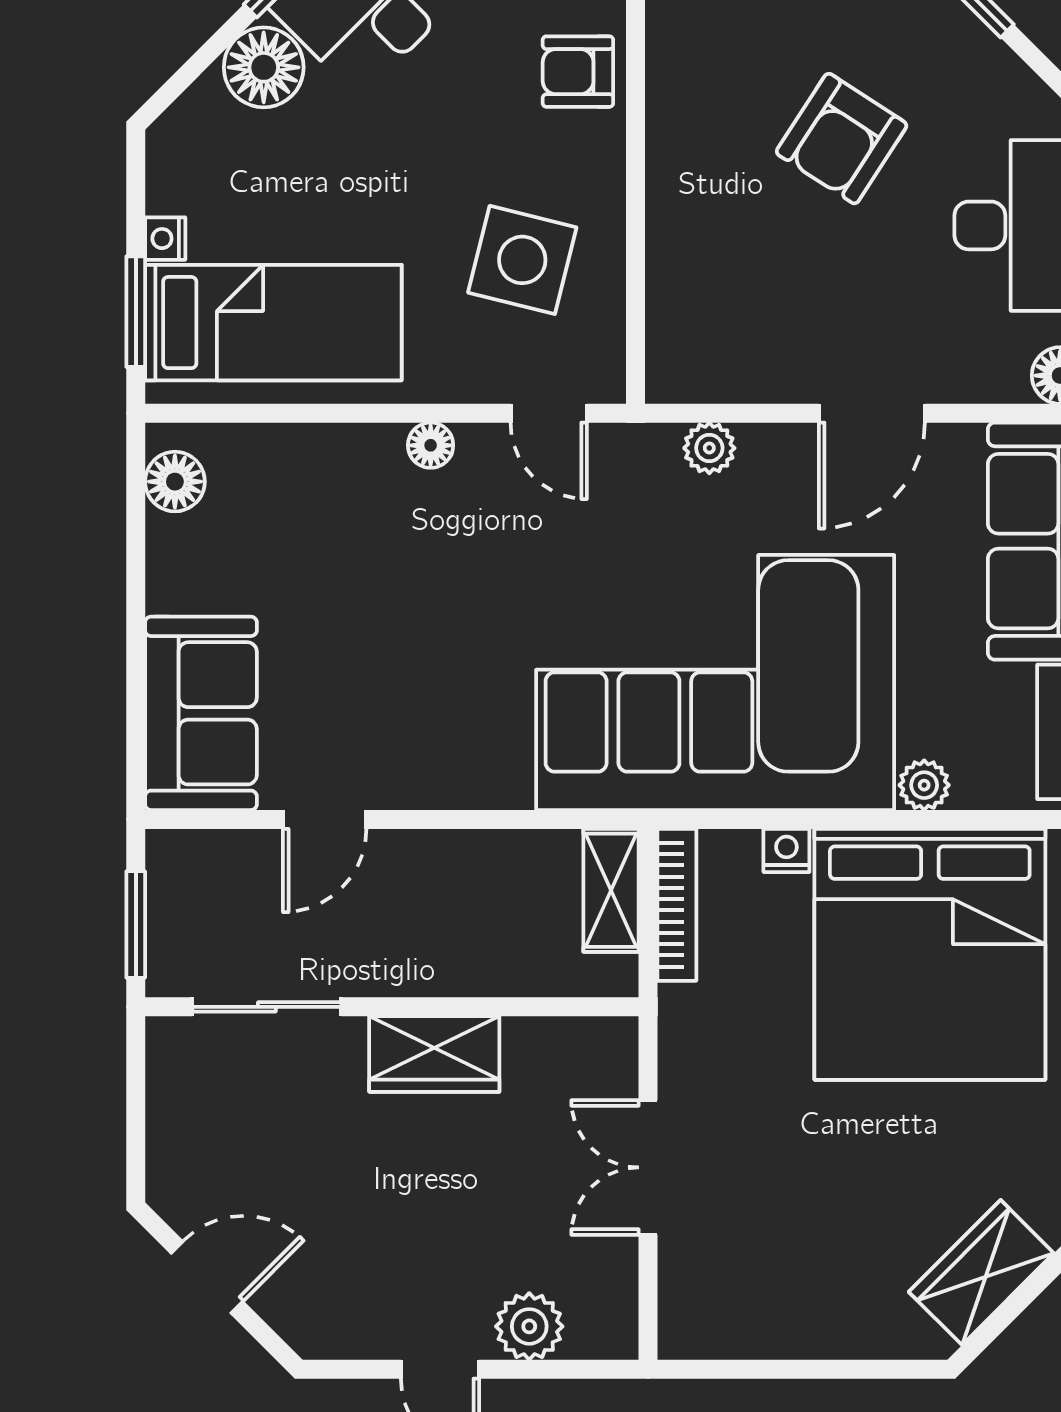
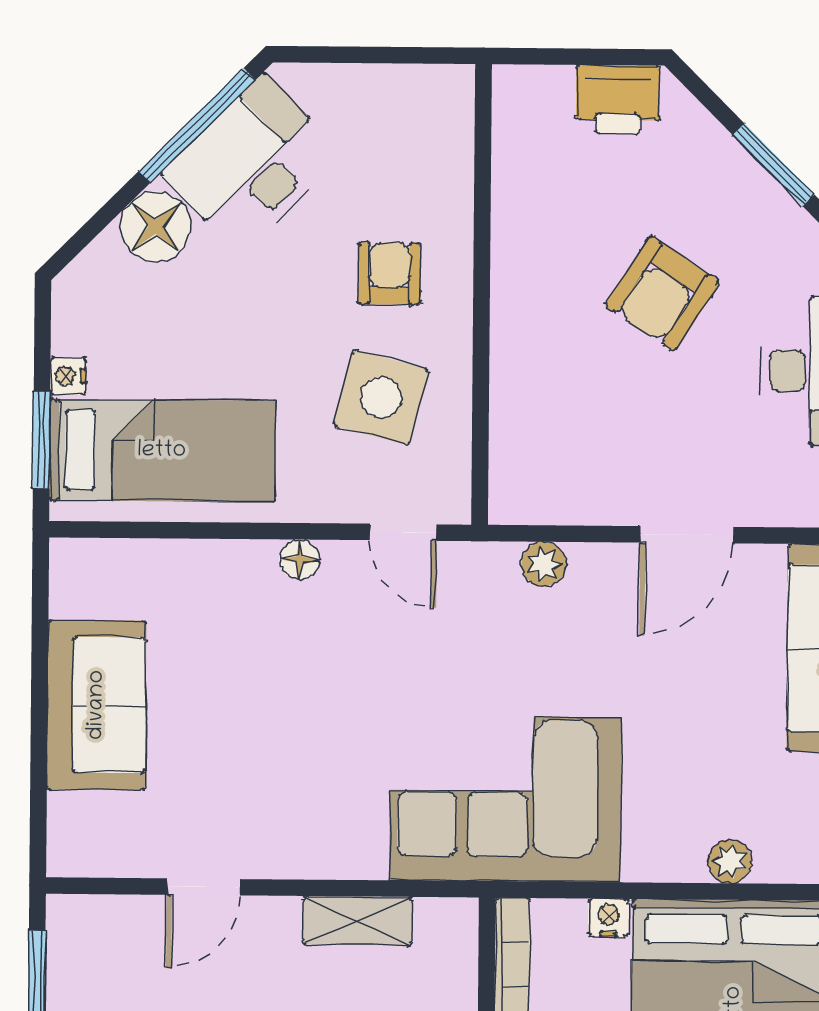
armchair: (578, 72) -> (389, 274), moved, turned 90
floor lamp: (175, 482) -> (75, 589), removed
corner sofa: (715, 682) -> (505, 799), width x0.73, depth x0.74
sofa: (201, 713) -> (97, 705), moved
shelving: (611, 890) -> (357, 921), moved, turned 90

